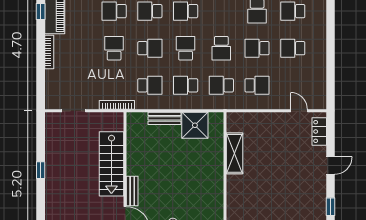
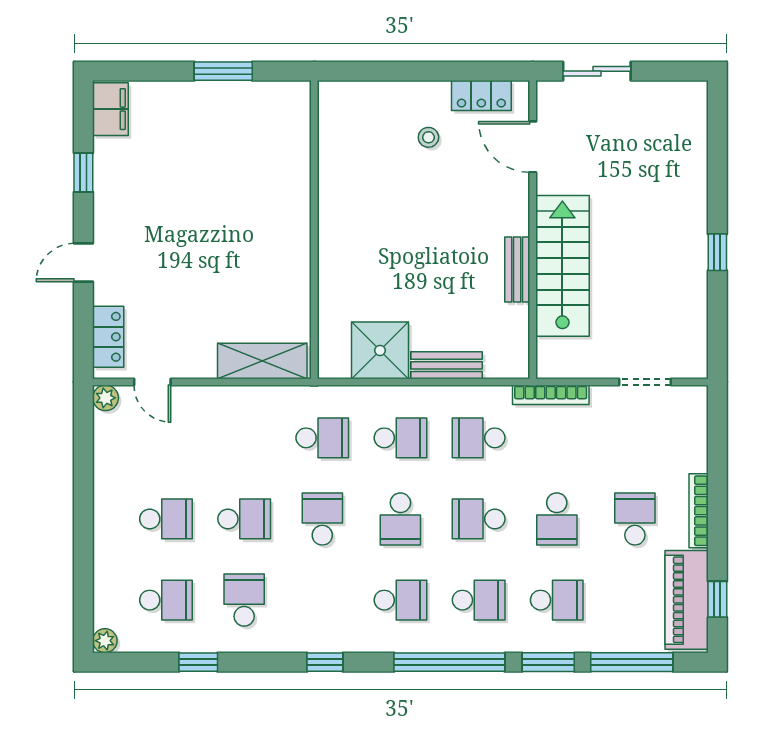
school desk: (257, 85) -> (635, 519), moved, turned 90
plant: (320, 104) -> (106, 398), added
shelving: (235, 153) -> (262, 361), moved, turned 90
bench: (132, 191) -> (517, 269), moved

